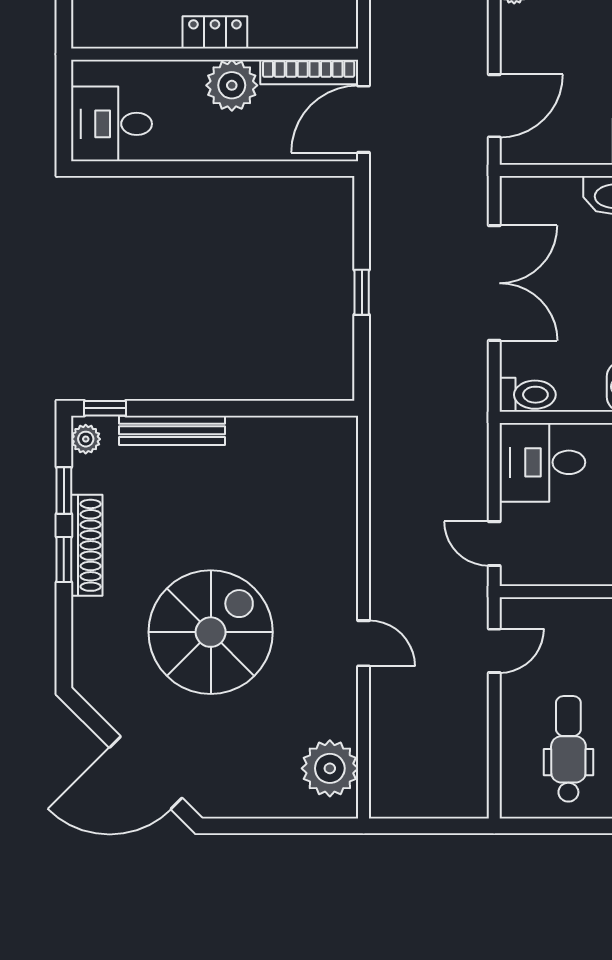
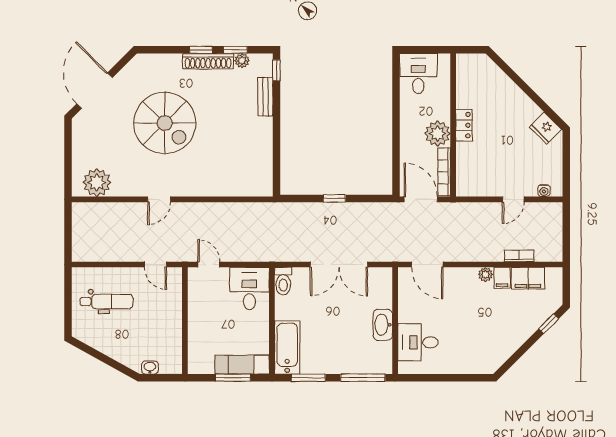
bench: (172, 430) -> (265, 97), width x0.73
plant: (86, 439) -> (242, 61), moved
door: (494, 544) -> (209, 265), hinge flipped

